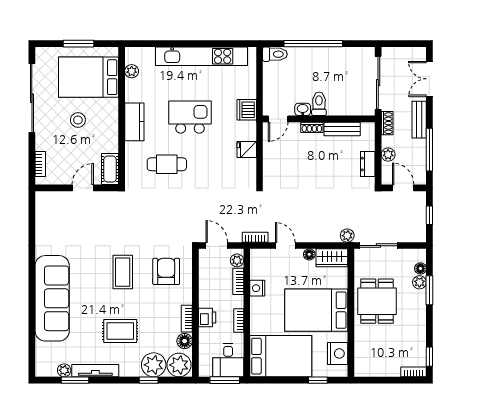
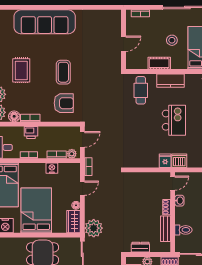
toilet: (319, 104) -> (183, 230), moved
door: (278, 119) -> (173, 183), swing flipped
fridge: (247, 149) -> (165, 161), moved
cafe table: (167, 164) -> (141, 90), moved
cot: (110, 169) -> (159, 63), moved
door: (83, 188) -> (123, 44), hinge flipped
plant: (347, 236) -> (94, 228), width x1.87, depth x1.87
coffee table: (123, 272) -> (63, 72), turned 90

